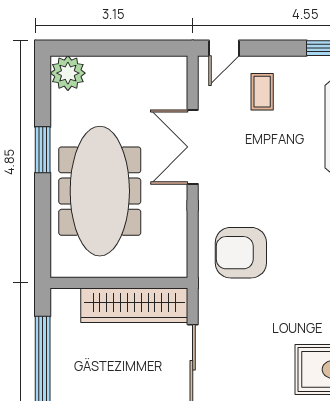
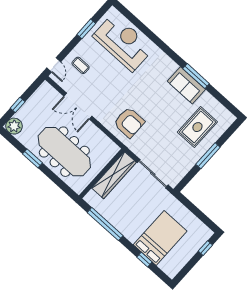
window: (107, 48) -> (18, 105), added
armchair: (241, 253) -> (129, 122), turned -90

